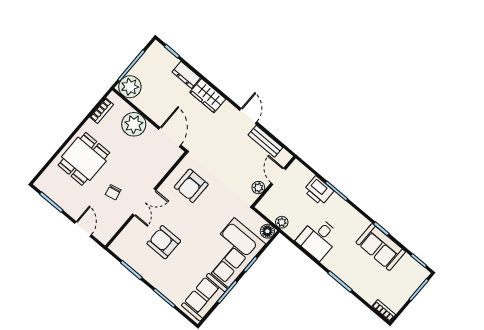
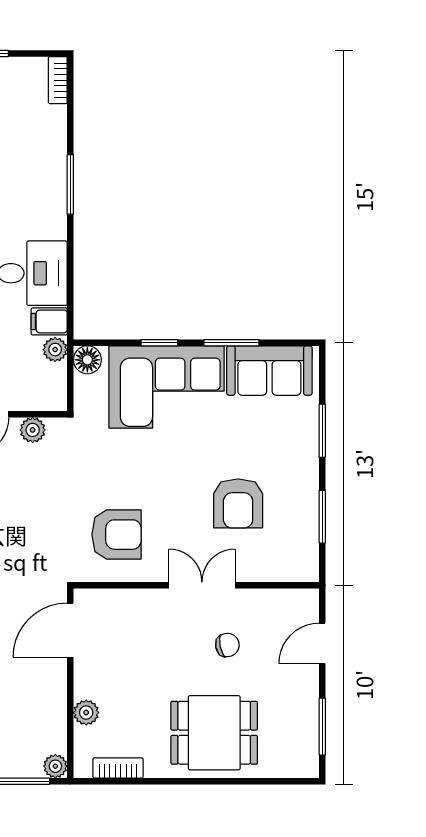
plant: (130, 87) -> (55, 766), width x0.53, depth x0.53
plant: (134, 124) -> (86, 713), width x0.53, depth x0.53
filing cabinet: (294, 229) -> (49, 321), added

